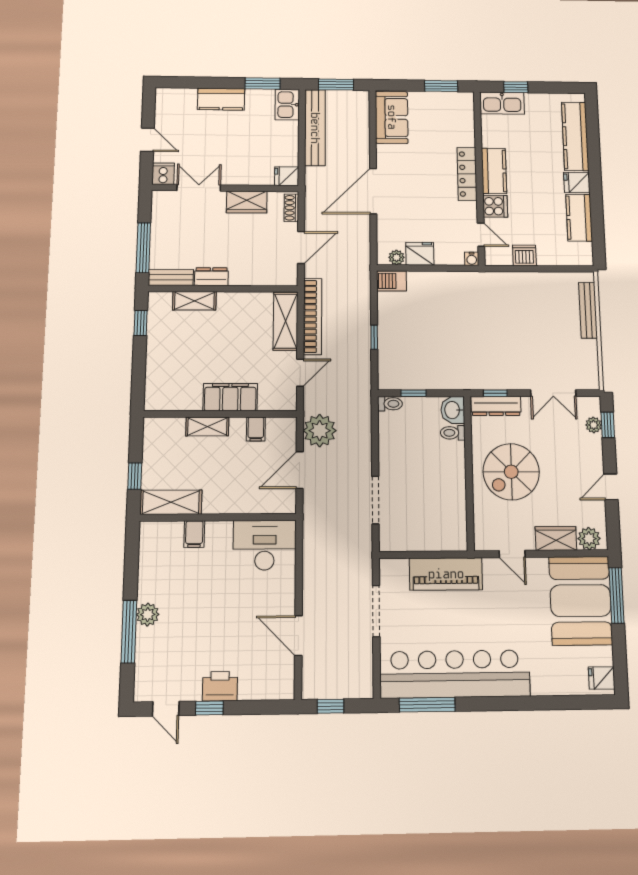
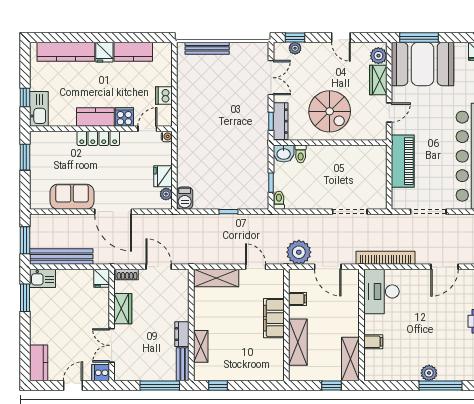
kitchen counter: (221, 99) -> (39, 363), moved
sofa: (392, 117) -> (72, 197), moved
bookcase: (313, 316) -> (385, 258), moved
shelving: (207, 427) -> (298, 342), width x1.50, depth x1.33

